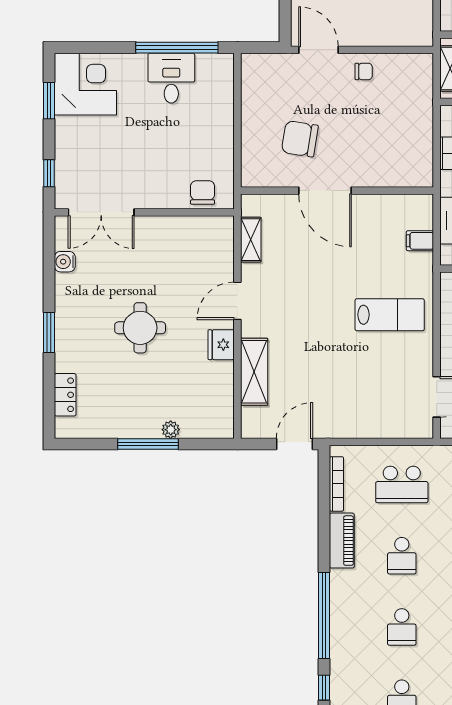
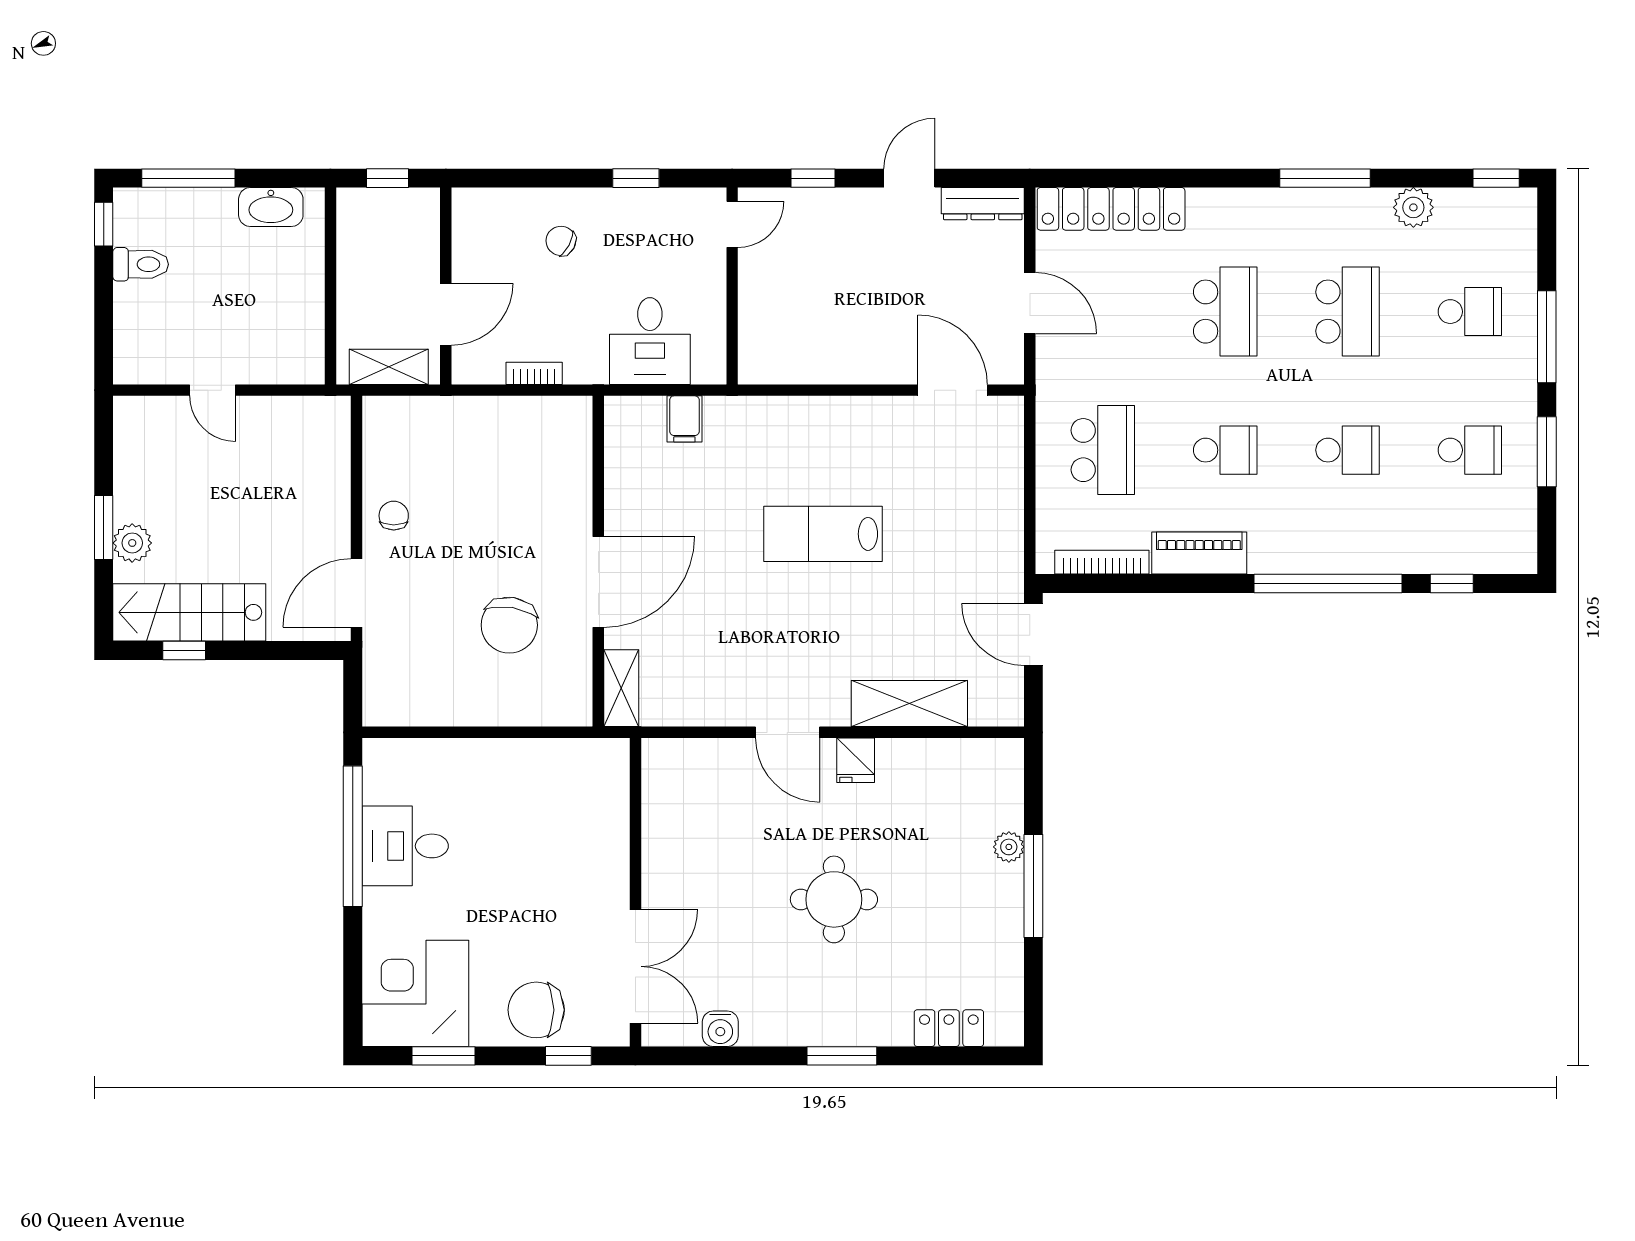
chair: (203, 193) -> (536, 1010), moved, width x1.37, depth x1.37
shelving: (251, 240) -> (621, 688), moved, turned 90
lab bench: (390, 315) -> (823, 534), moved, turned -90
fridge: (221, 345) -> (856, 760), width x0.72

